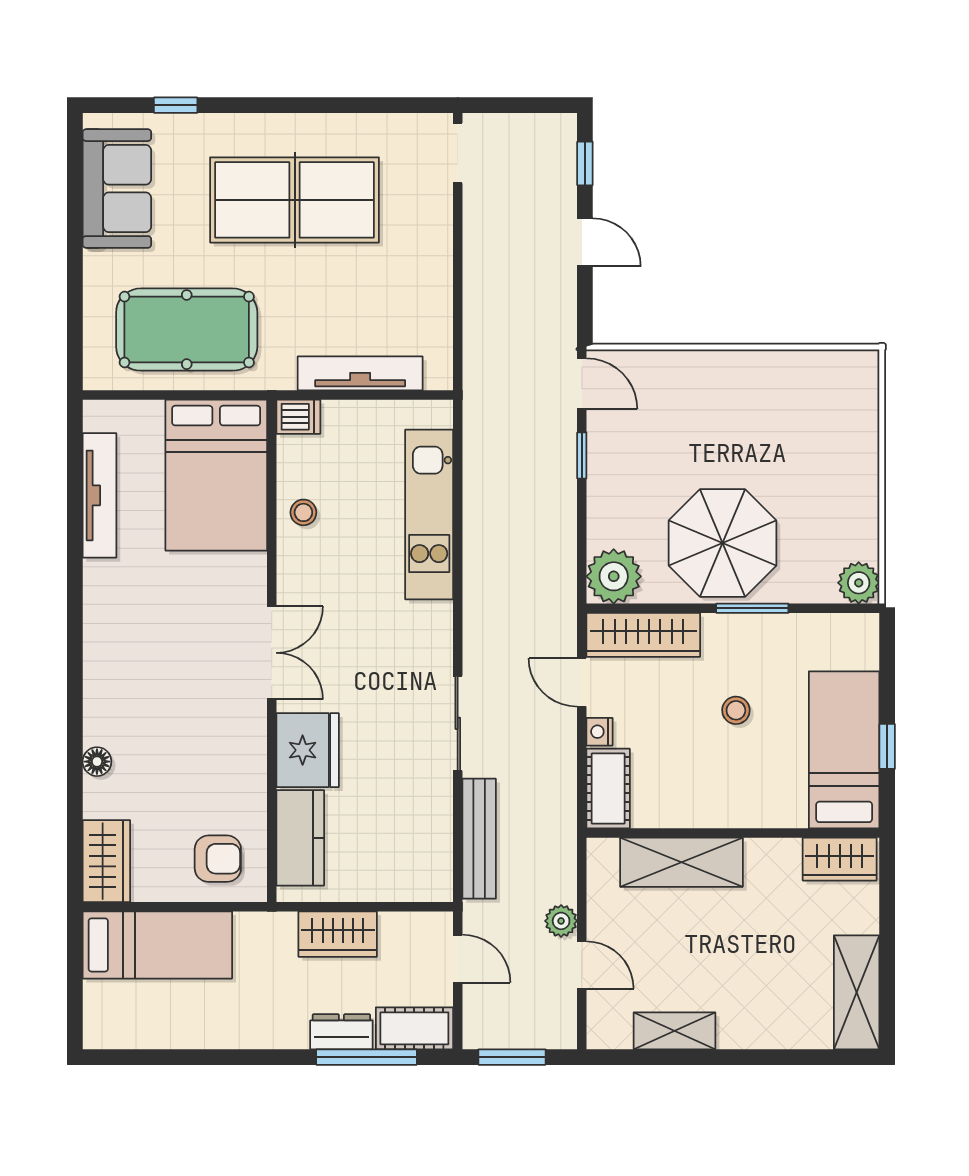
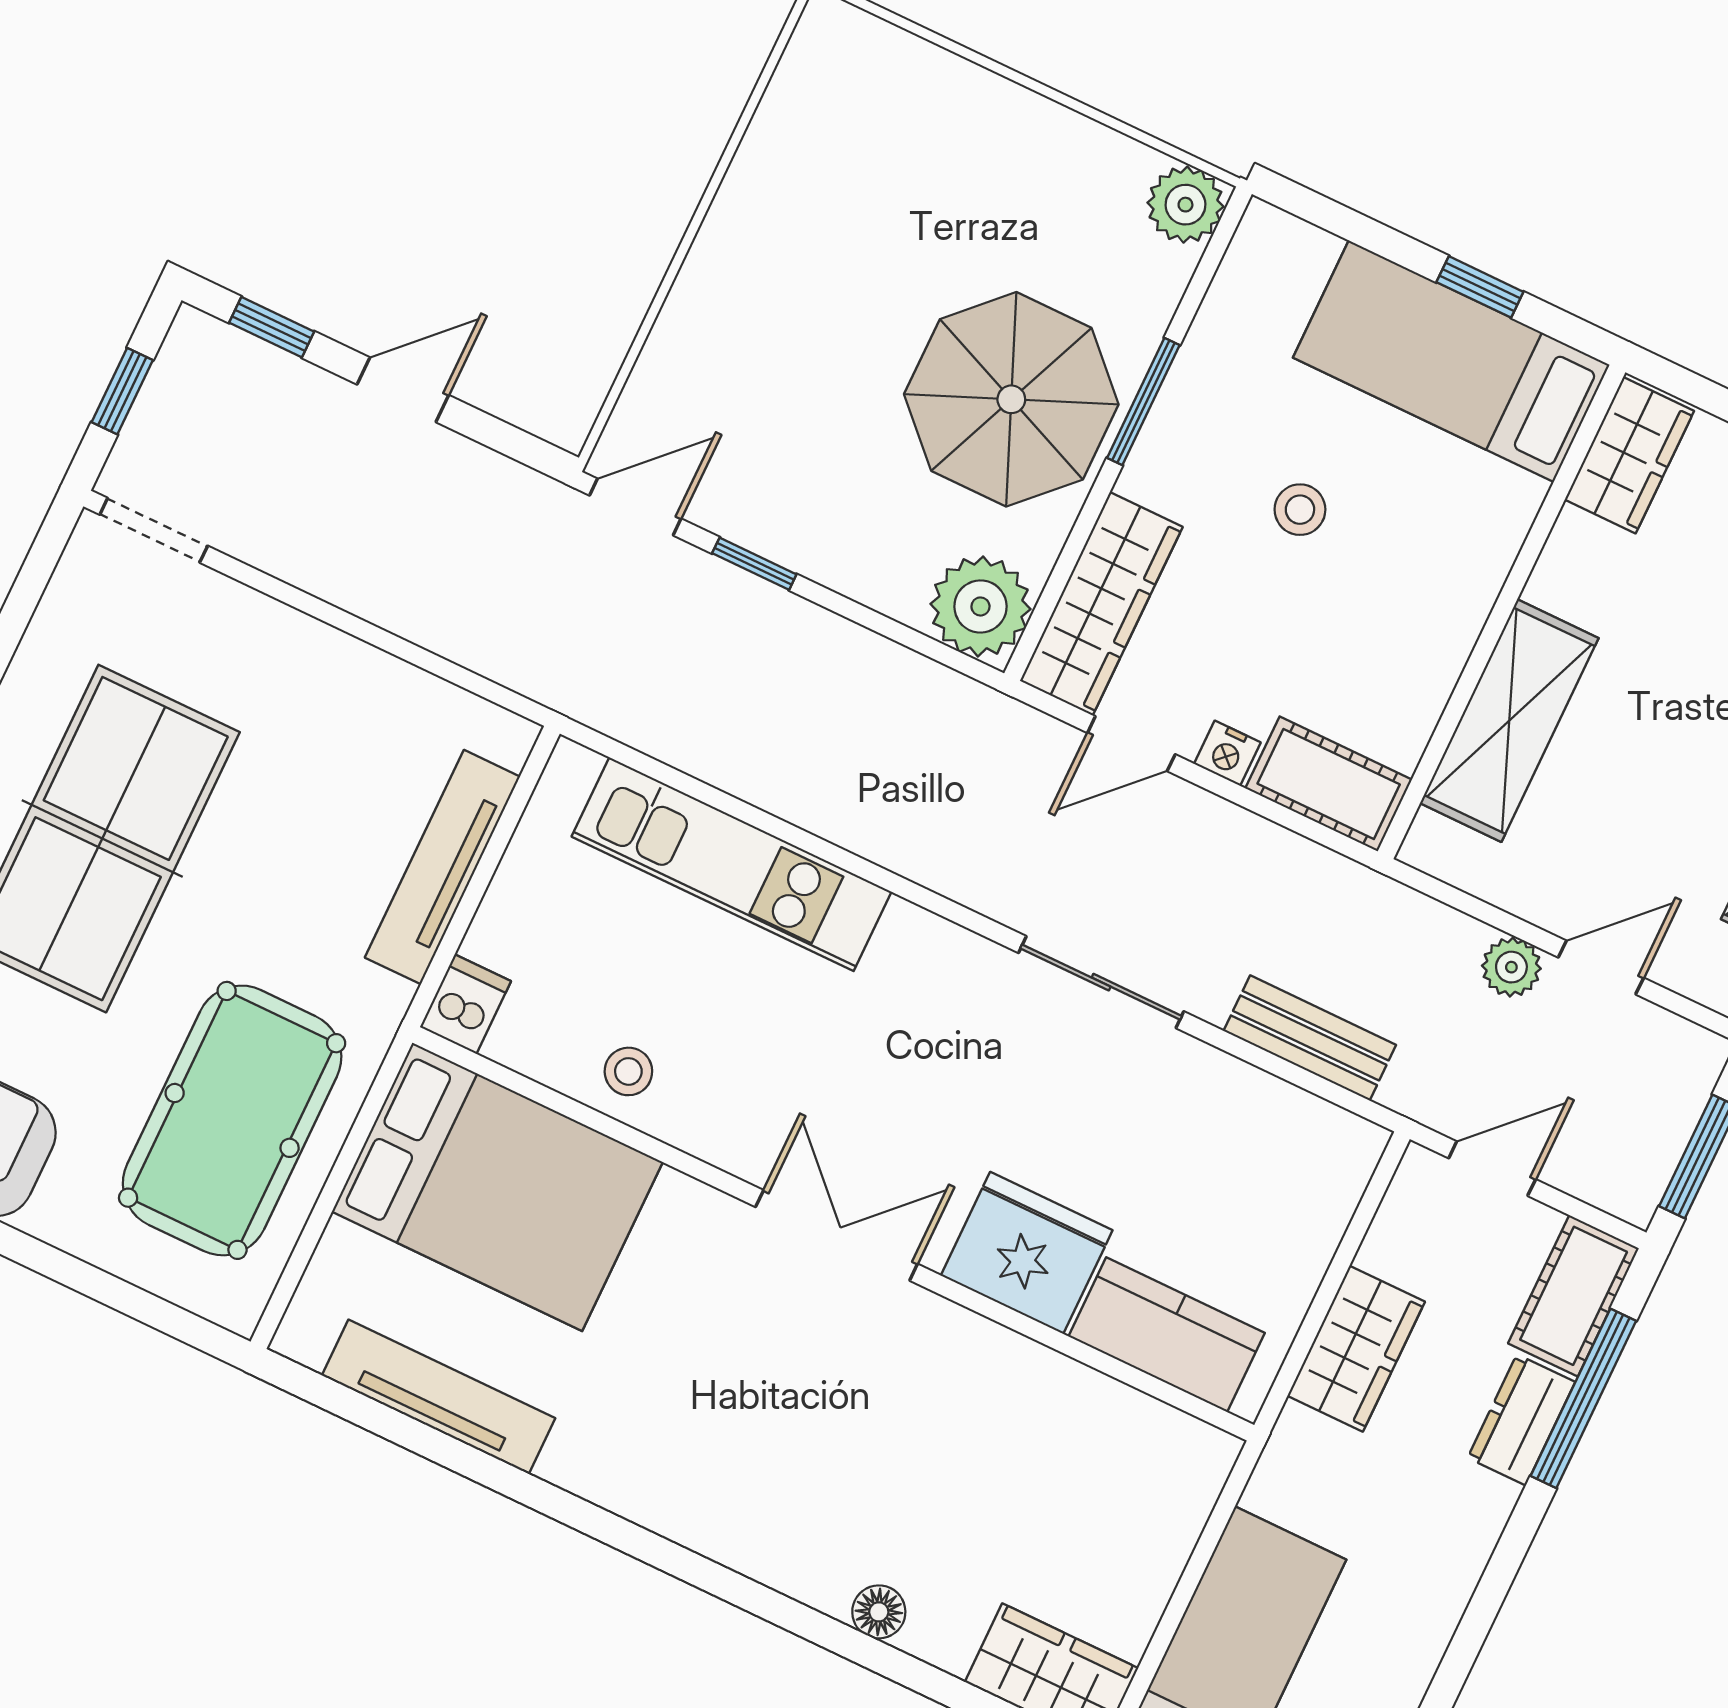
window: (519, 105) -> (122, 391), added
bench: (479, 839) -> (1310, 1038), width x0.73
armchair: (218, 859) -> (1136, 1488), removed

